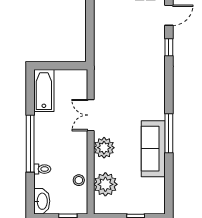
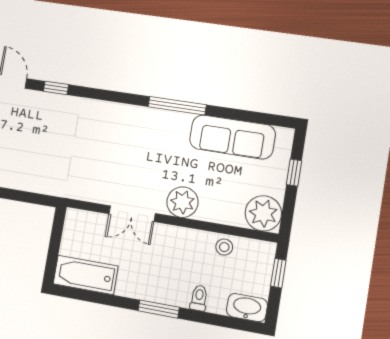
window: (30, 144) -> (159, 309), width x0.47
sofa: (153, 149) -> (232, 137), moved
plant: (105, 184) -> (263, 213), moved

